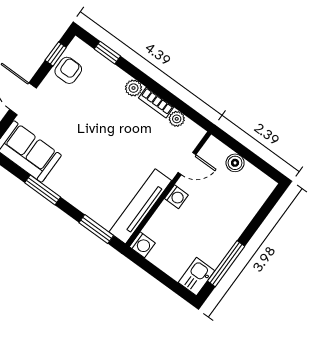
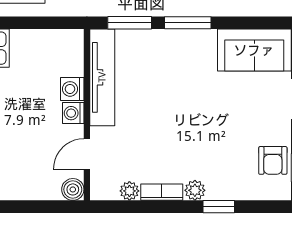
window: (107, 53) -> (219, 207), moved
boiler: (235, 163) -> (73, 189), moved
window: (43, 190) -> (188, 23), moved
washing machine: (142, 245) -> (72, 89), moved

